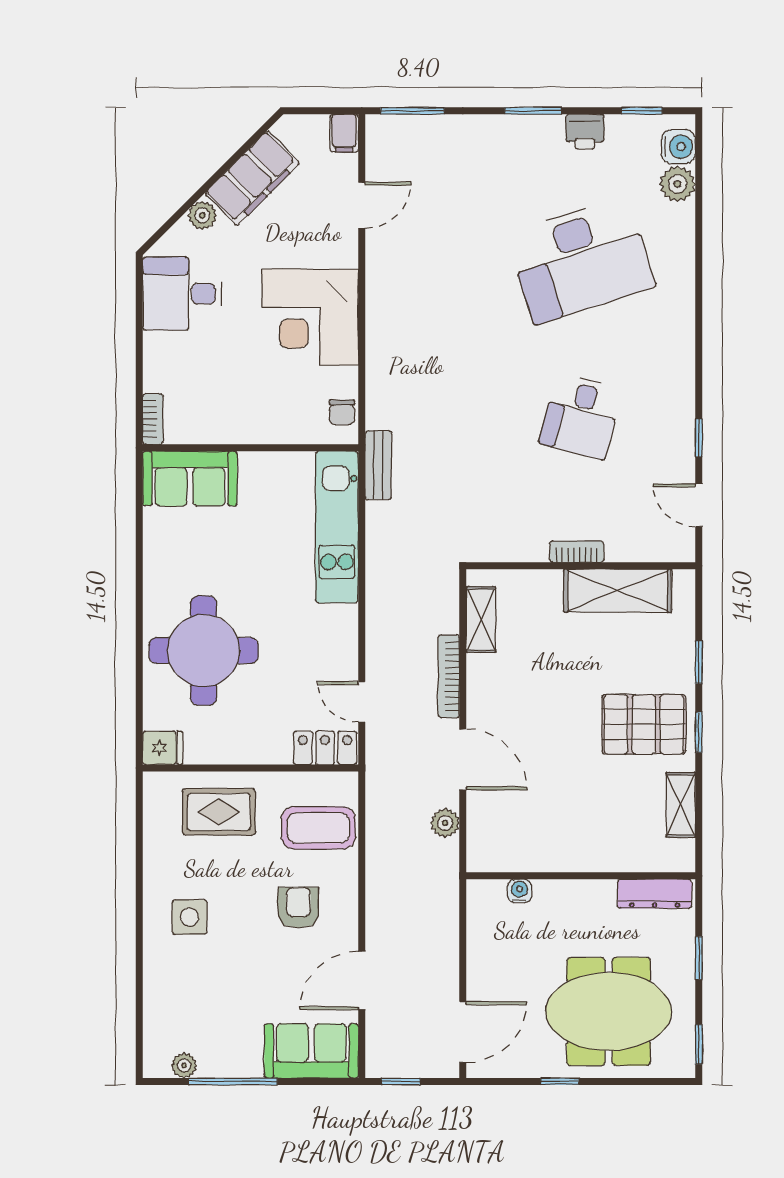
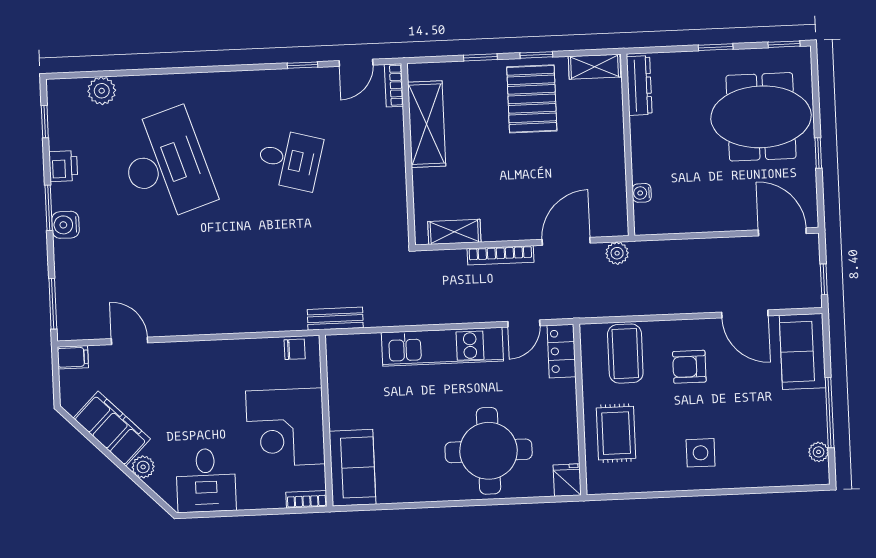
water cooler: (678, 147) -> (65, 225), moved, turned -90
corner desk: (310, 317) -> (285, 427), moved, turned 90
kitchen unit: (337, 527) -> (442, 347), moved
bookcase: (577, 552) -> (394, 85), moved
wall: (581, 876) -> (628, 145), moved
water cooler: (519, 891) -> (642, 193), moved
dresser: (655, 894) -> (639, 86), moved
meeting table: (609, 1011) -> (761, 117), turned 90

